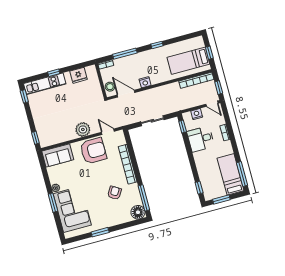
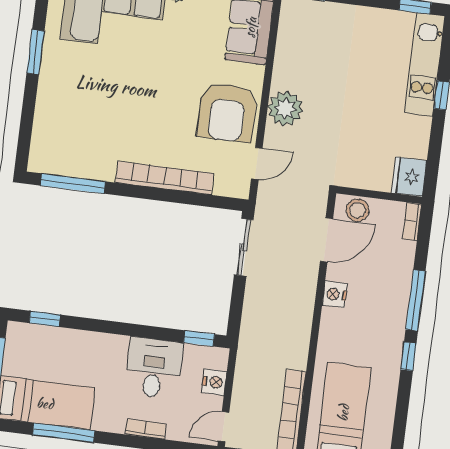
window: (125, 54) -> (416, 300), moved
fridge: (79, 75) -> (409, 177), moved
sliding door: (152, 121) -> (244, 247), moved
window: (242, 174) -> (64, 433), moved
armchair: (115, 193) -> (112, 122), removed
floor lamp: (138, 212) -> (46, 157), removed

